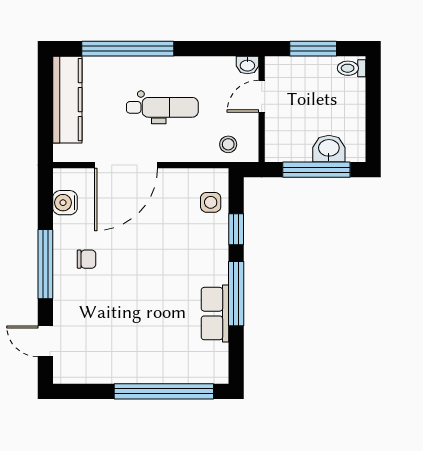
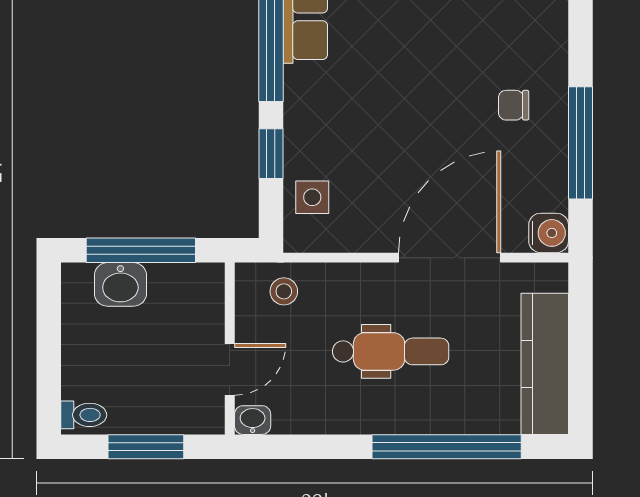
dental chair: (162, 107) -> (391, 351), turned 180
water cooler: (65, 203) -> (549, 233), moved
window: (45, 264) -> (581, 143), moved

